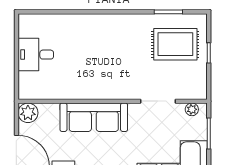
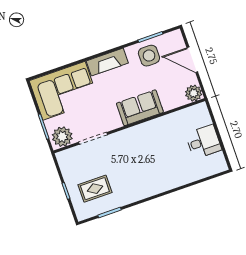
rug: (175, 44) -> (95, 189), width x0.73, depth x0.70
plant: (192, 109) -> (62, 137), width x1.88, depth x1.88
sofa: (94, 117) -> (140, 108), width x0.73

